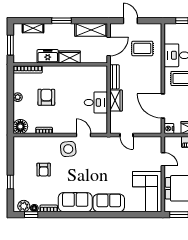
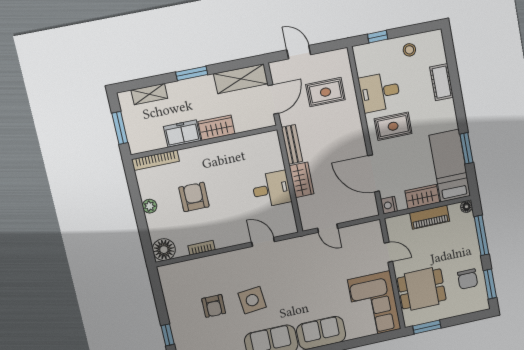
side table: (68, 149) -> (252, 300), moved

